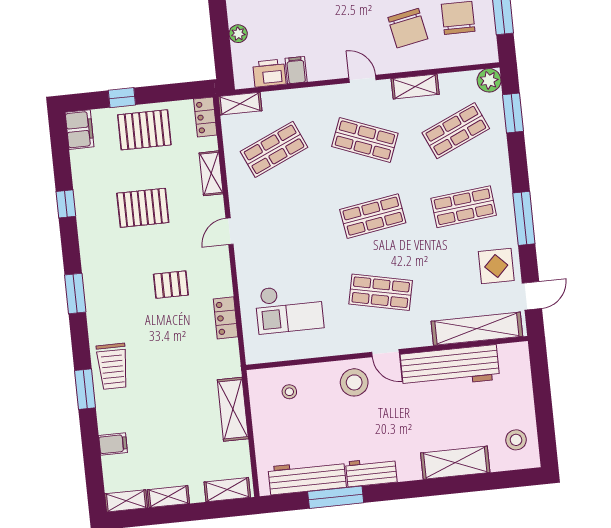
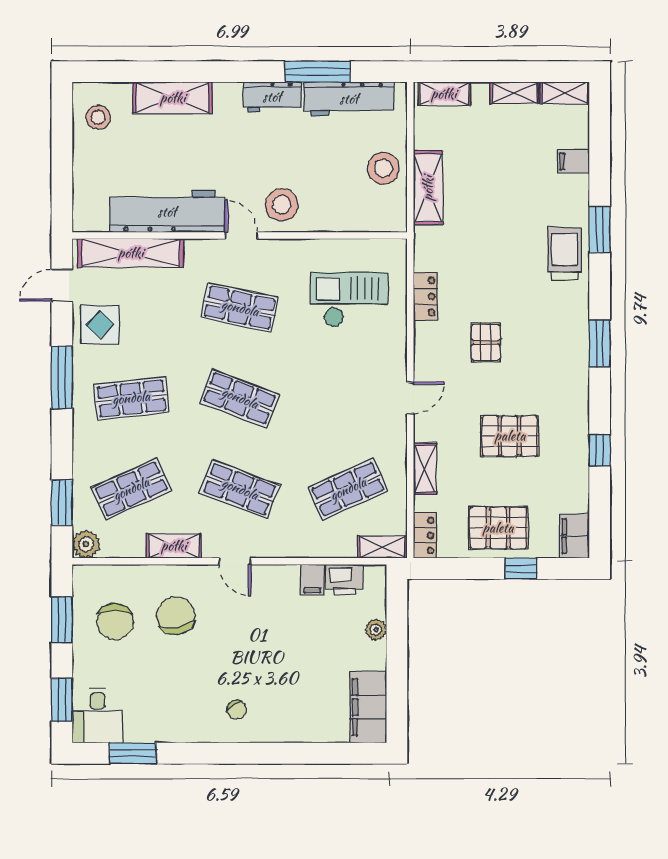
shop shelf: (373, 216) -> (240, 398), turned 30
pallet: (171, 285) -> (486, 342), turned 90
stool: (289, 392) -> (383, 168), moved, width x1.89, depth x1.89

